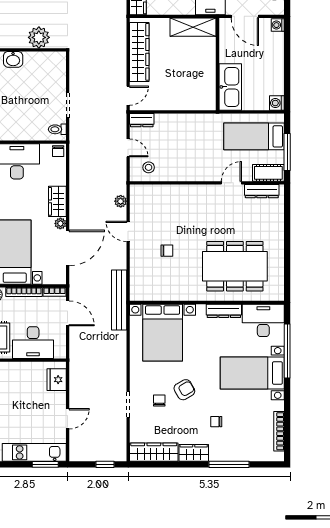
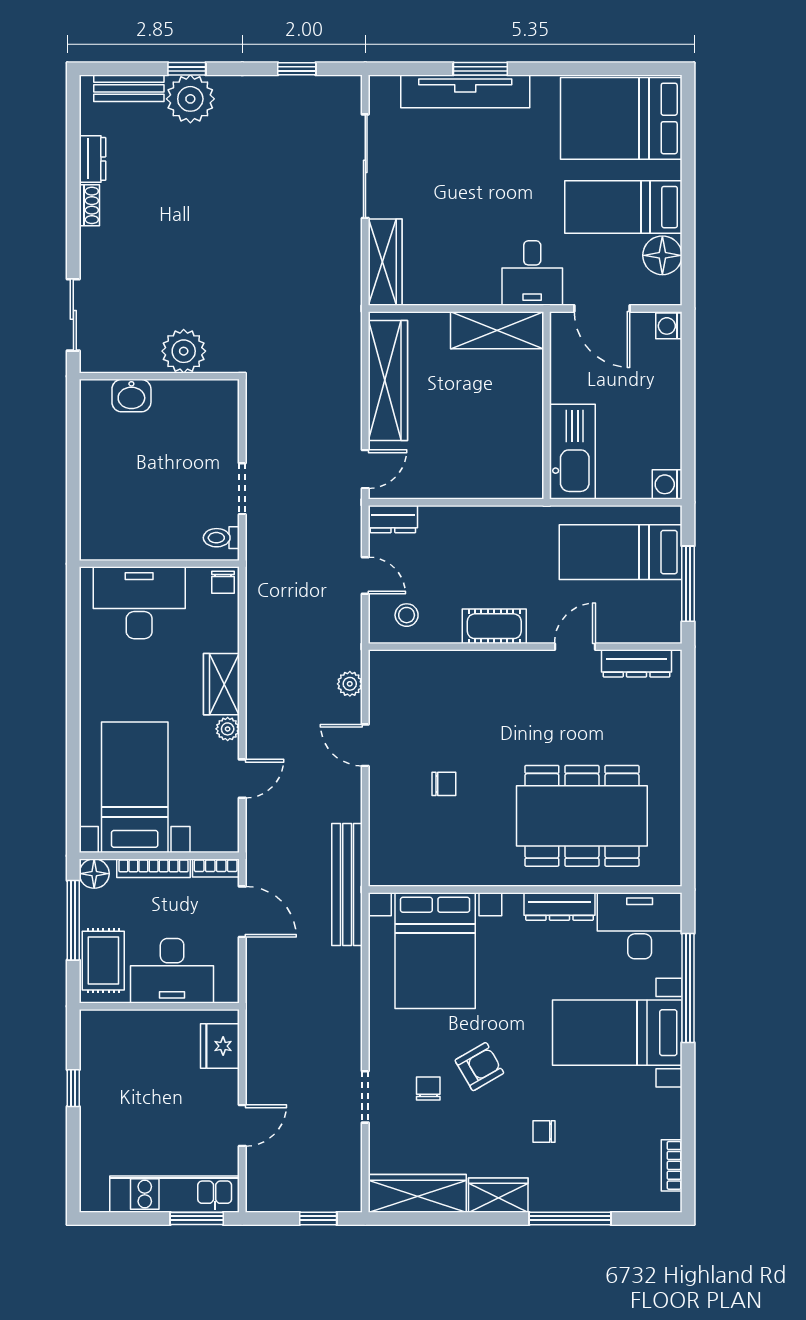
cot: (268, 173) -> (494, 626), moved
door: (68, 248) -> (242, 779), width x0.53
bookcase: (279, 431) -> (672, 1165), width x0.64

